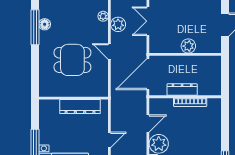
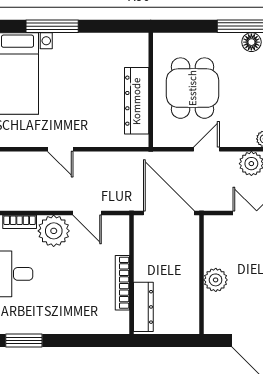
dresser: (182, 90) -> (143, 307), moved
wall: (74, 98) -> (151, 90), moved
dresser: (80, 107) -> (137, 101), moved

